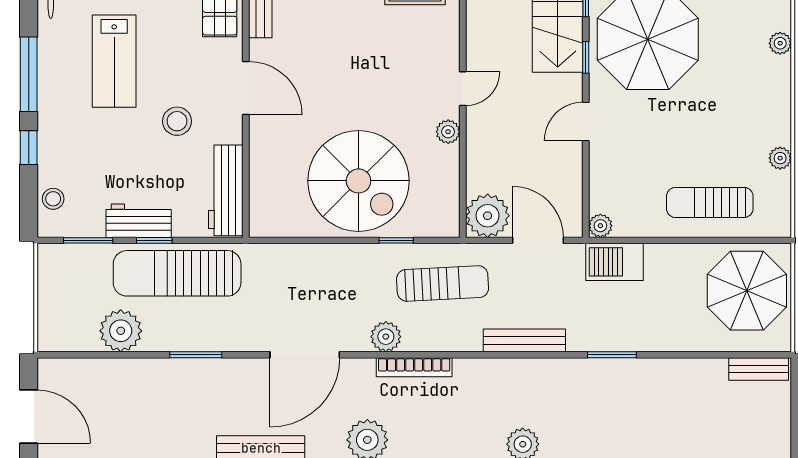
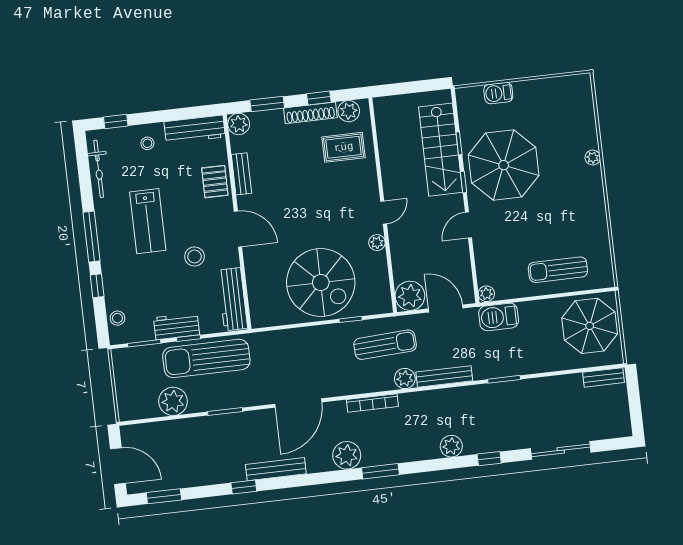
plant: (780, 158) -> (602, 235), removed
plant: (386, 337) -> (405, 379), moved

